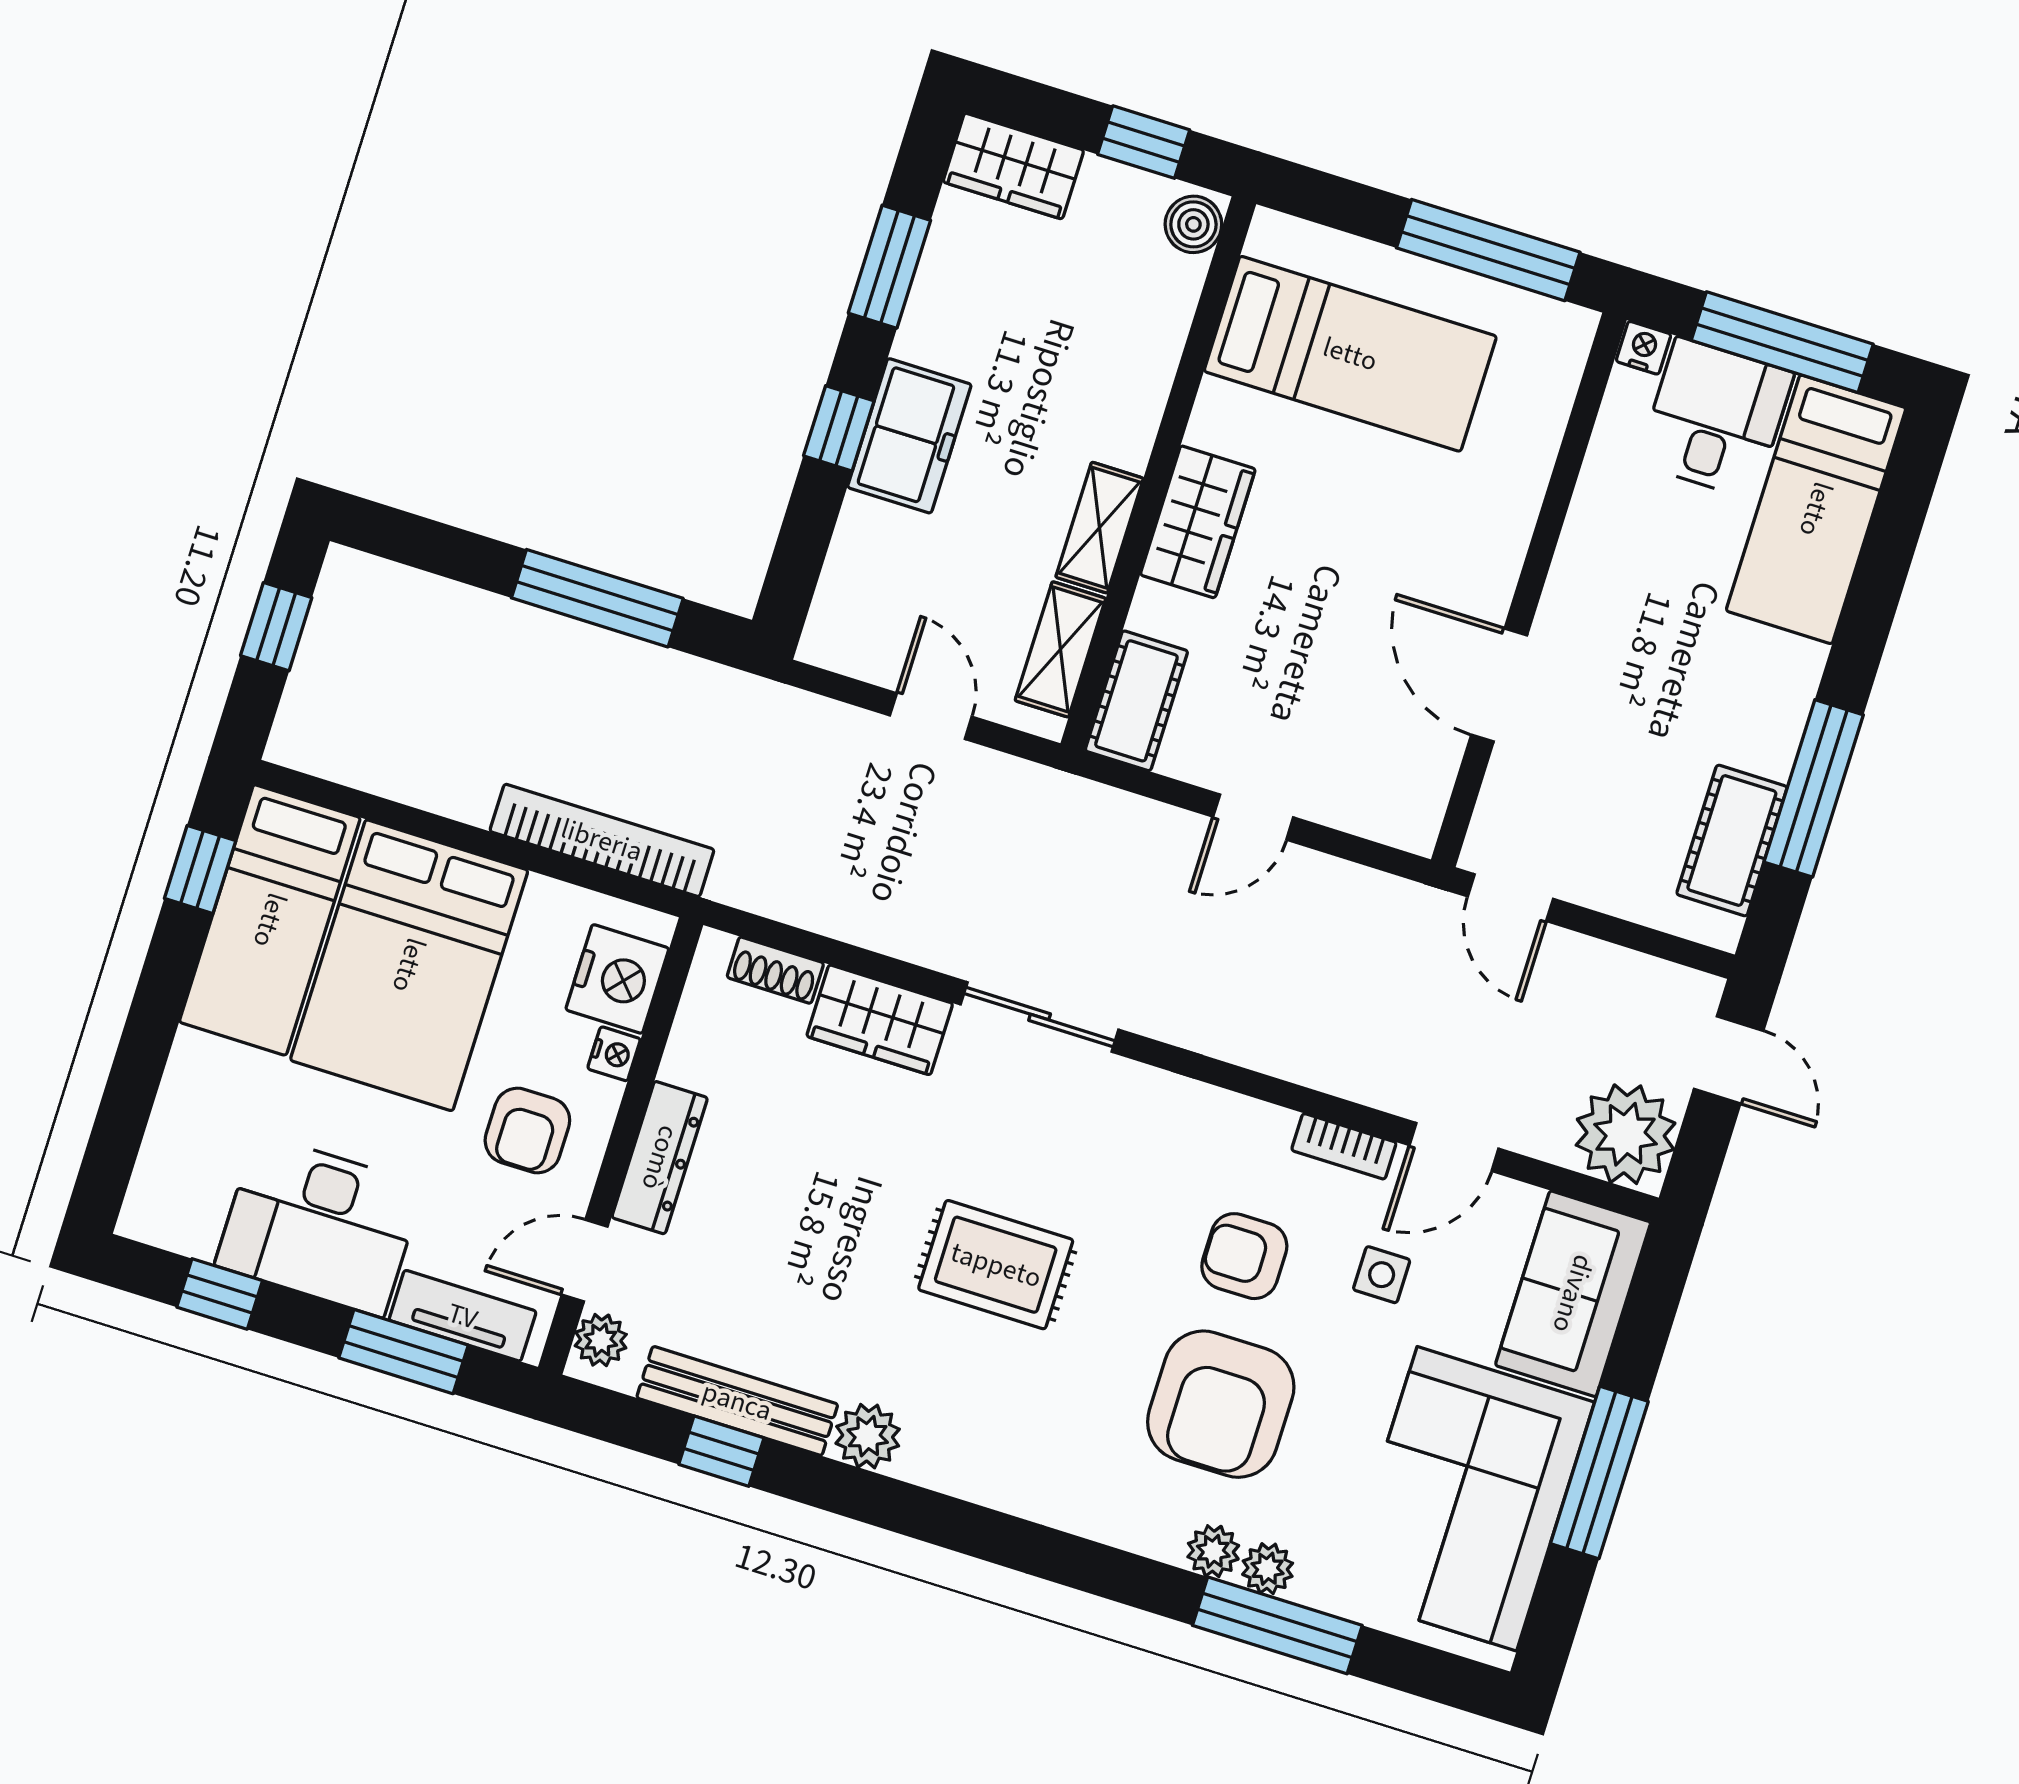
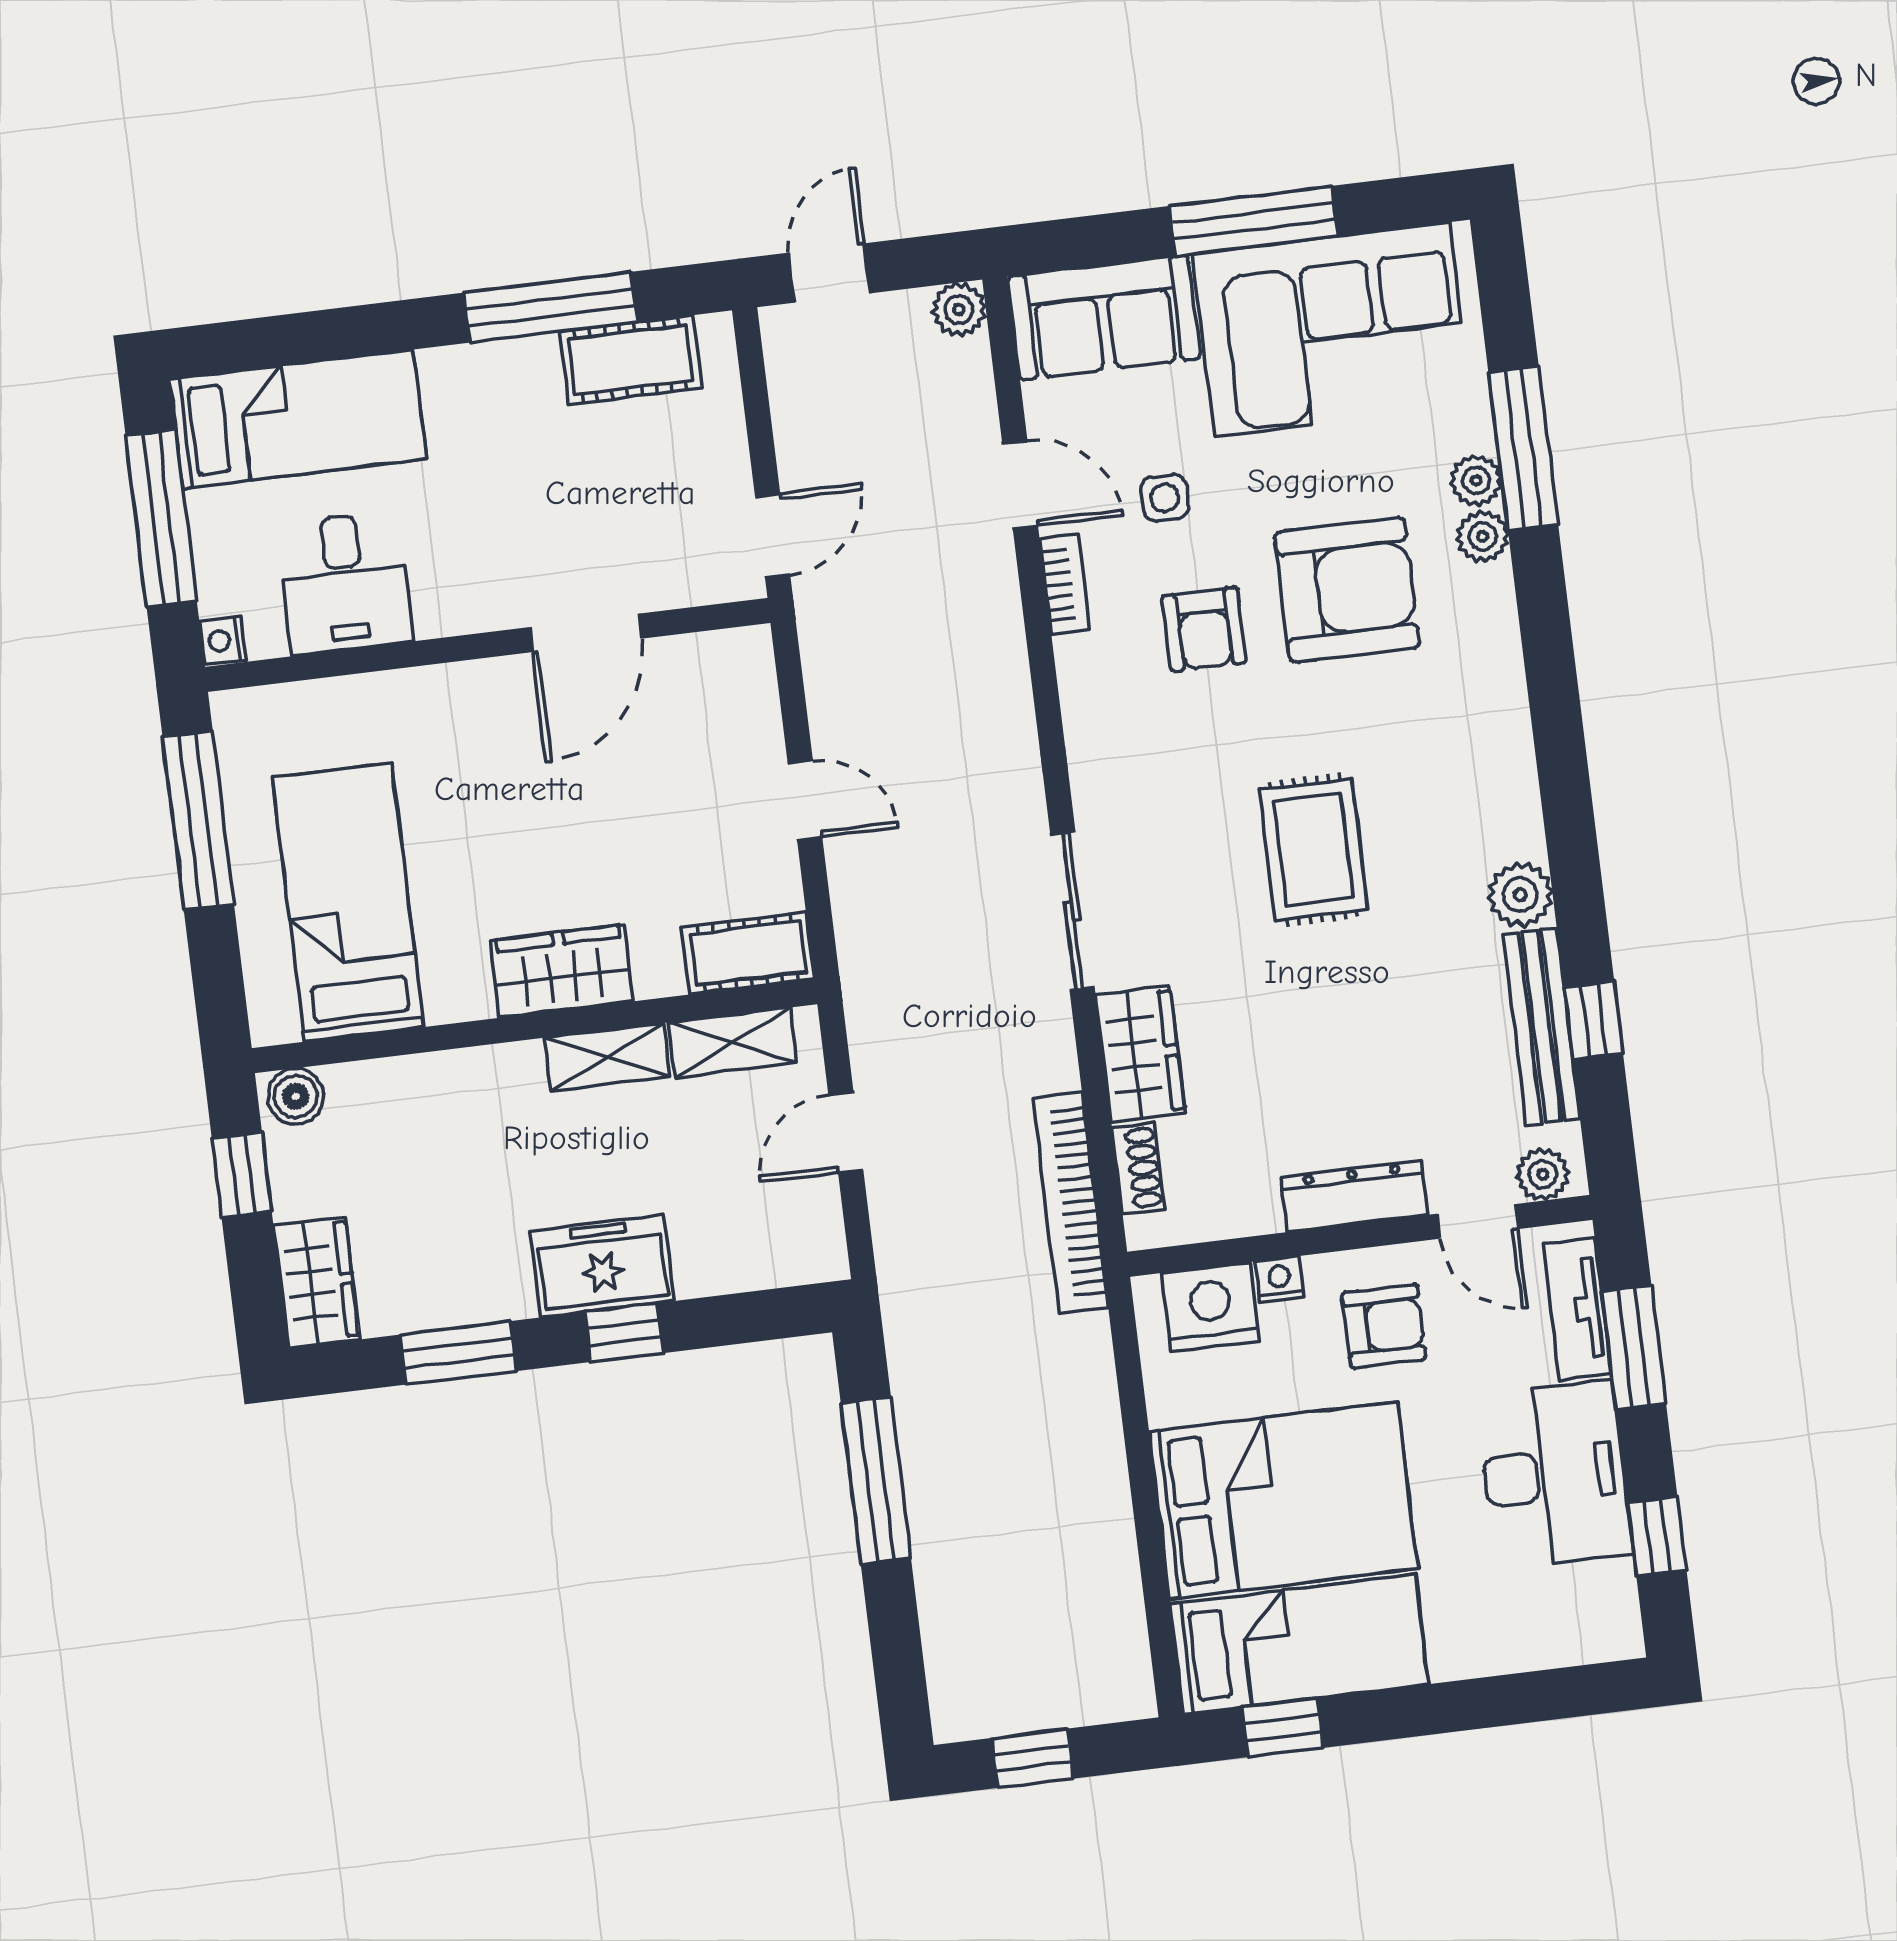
desk: (1716, 418) -> (345, 583), moved, turned -90
bookcase: (602, 840) -> (1071, 1202), moved
plant: (1626, 1134) -> (959, 309), width x0.53, depth x0.53

